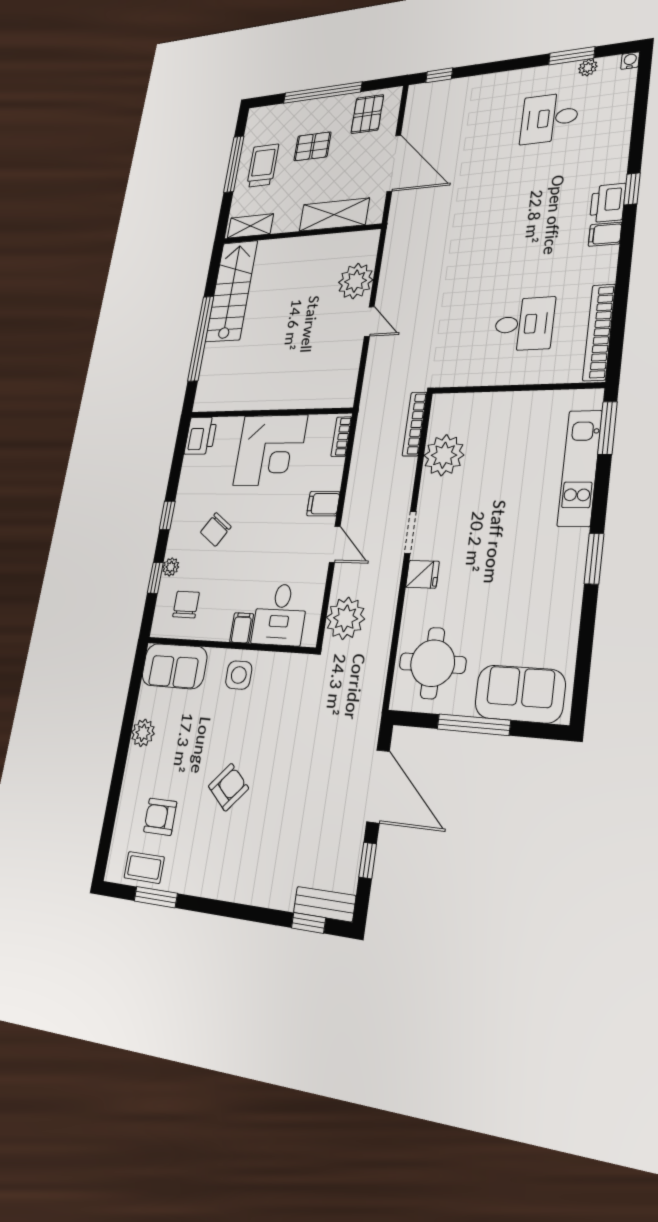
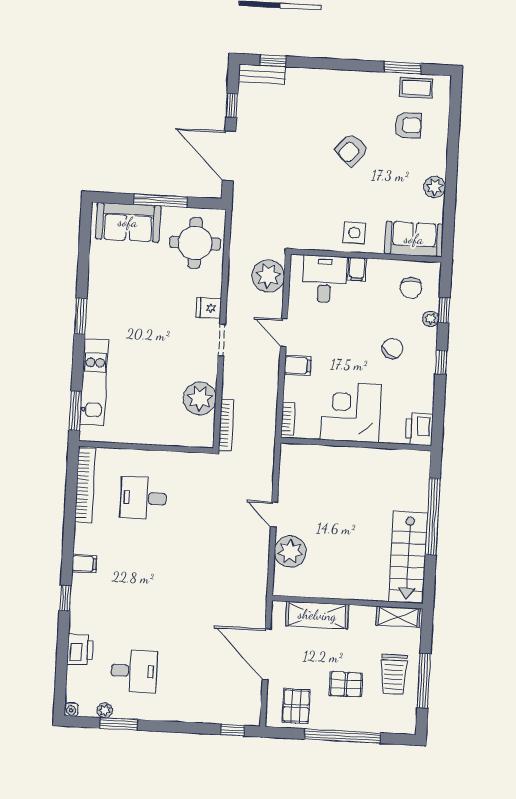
printer: (608, 203) -> (80, 650), moved

